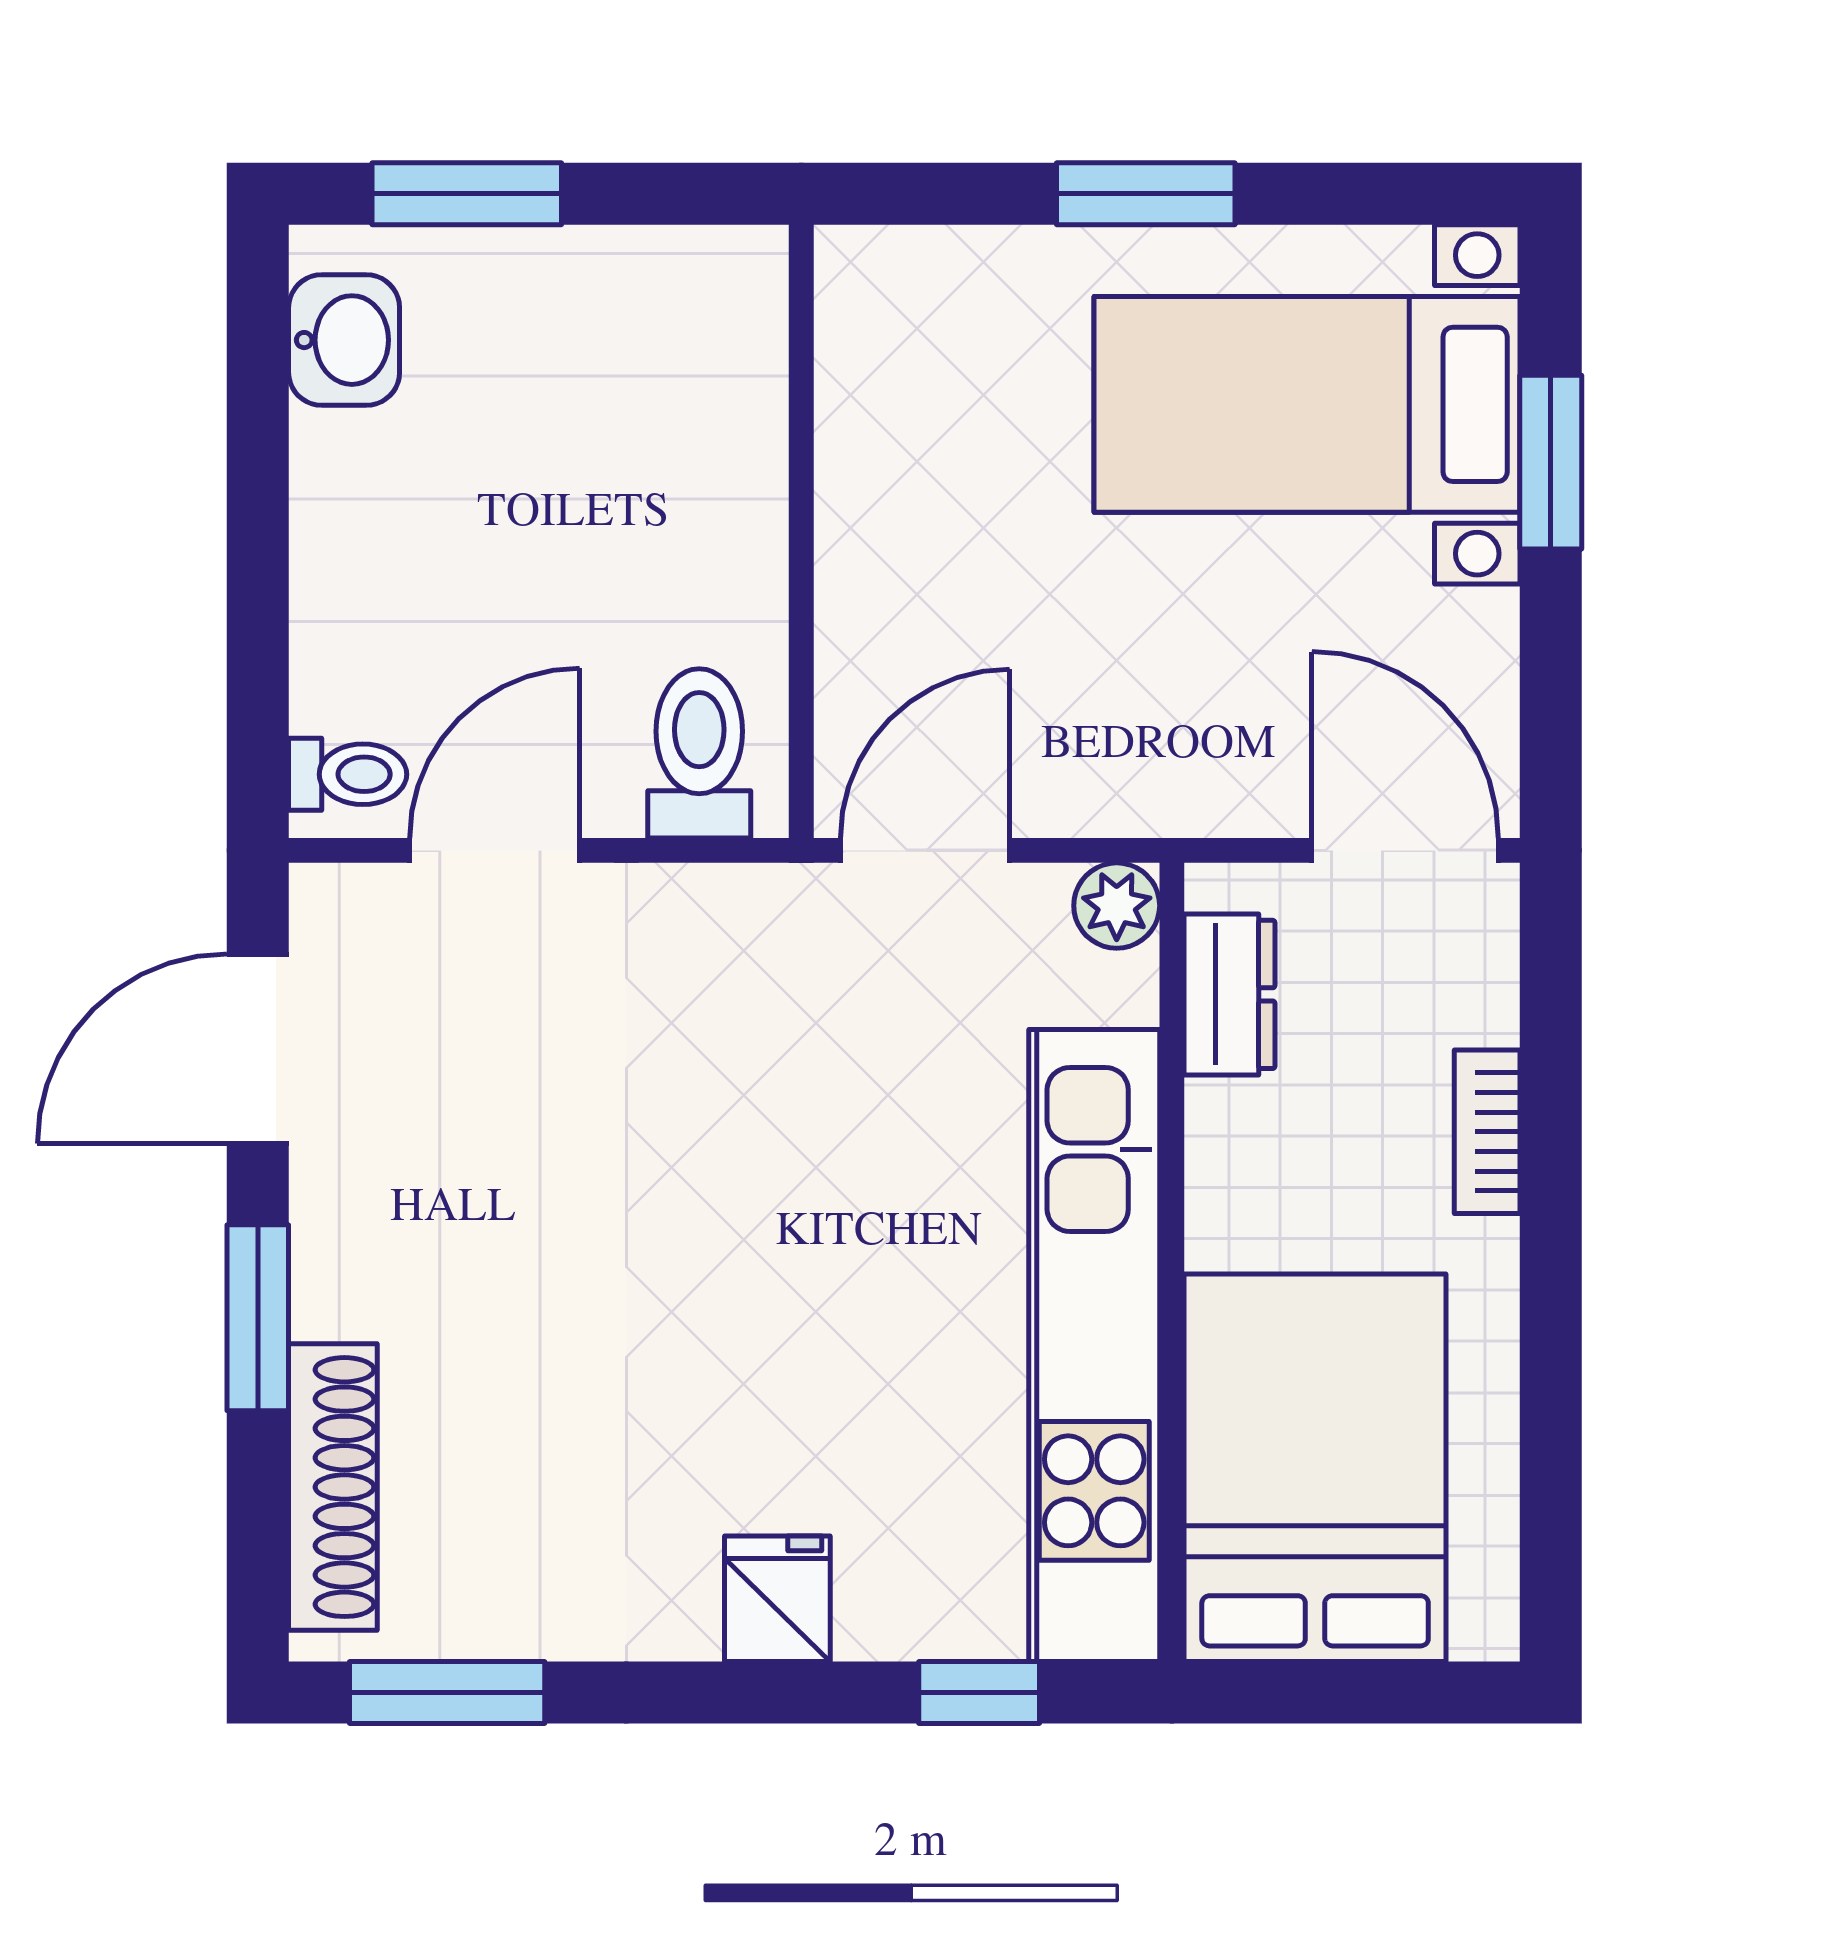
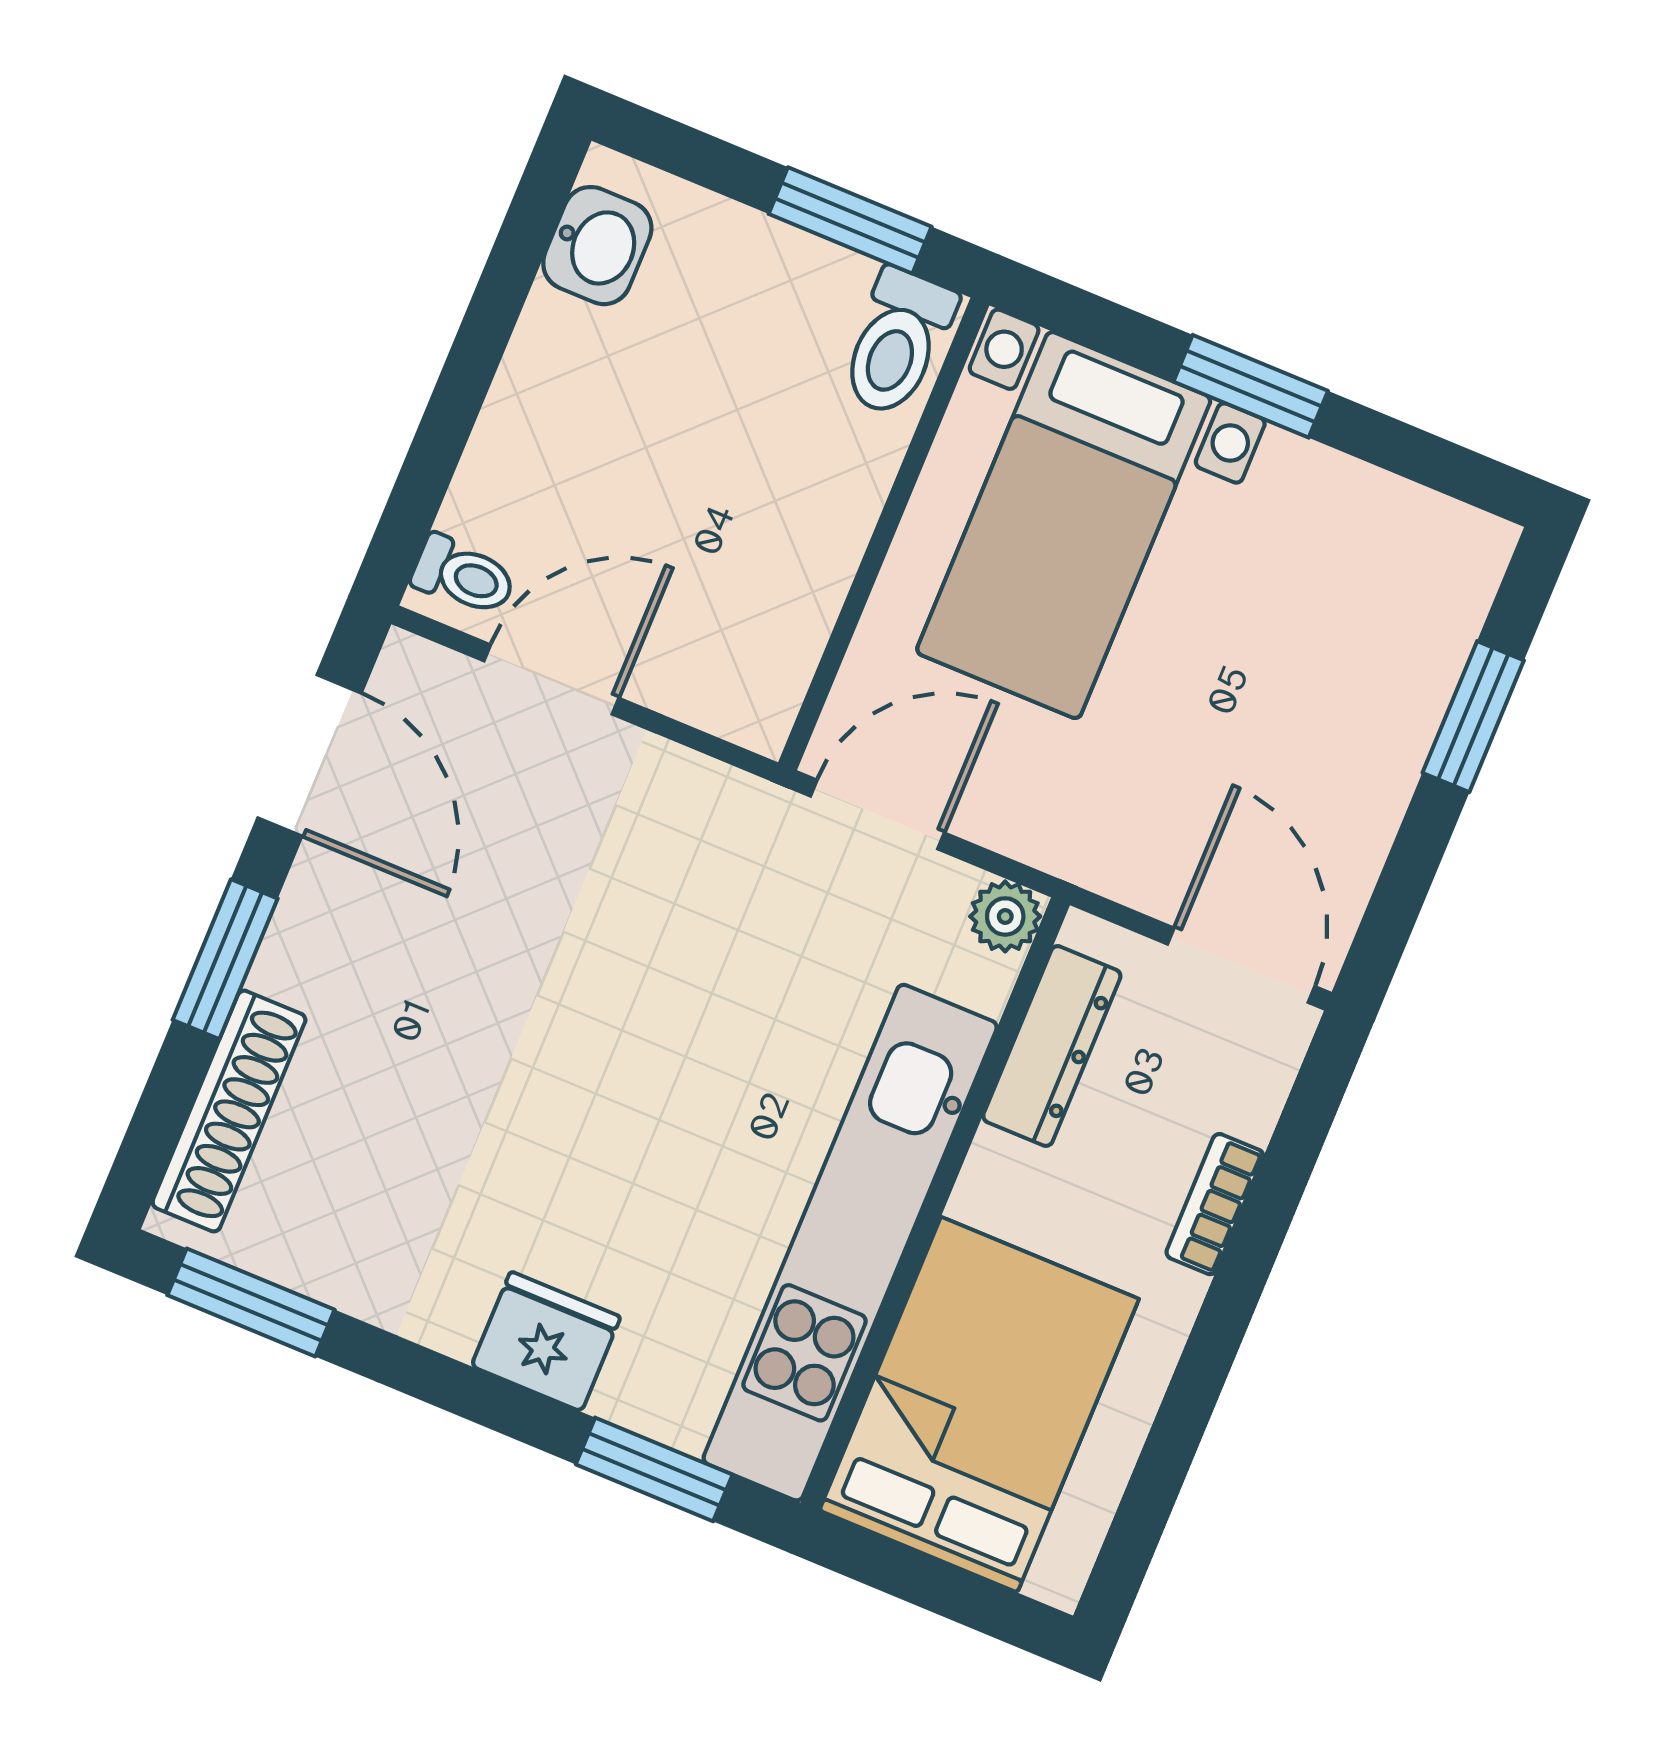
window: (467, 194) -> (850, 220), moved
bed with nightstands: (1307, 404) -> (1064, 525), moved, turned -90
toilet: (699, 753) -> (897, 343), moved, turned 180
dresser: (1230, 994) -> (1052, 1046), width x1.44
door: (258, 1049) -> (310, 755), swing flipped
fridge: (777, 1599) -> (546, 1341), width x1.38
window: (979, 1692) -> (654, 1469), width x1.50

